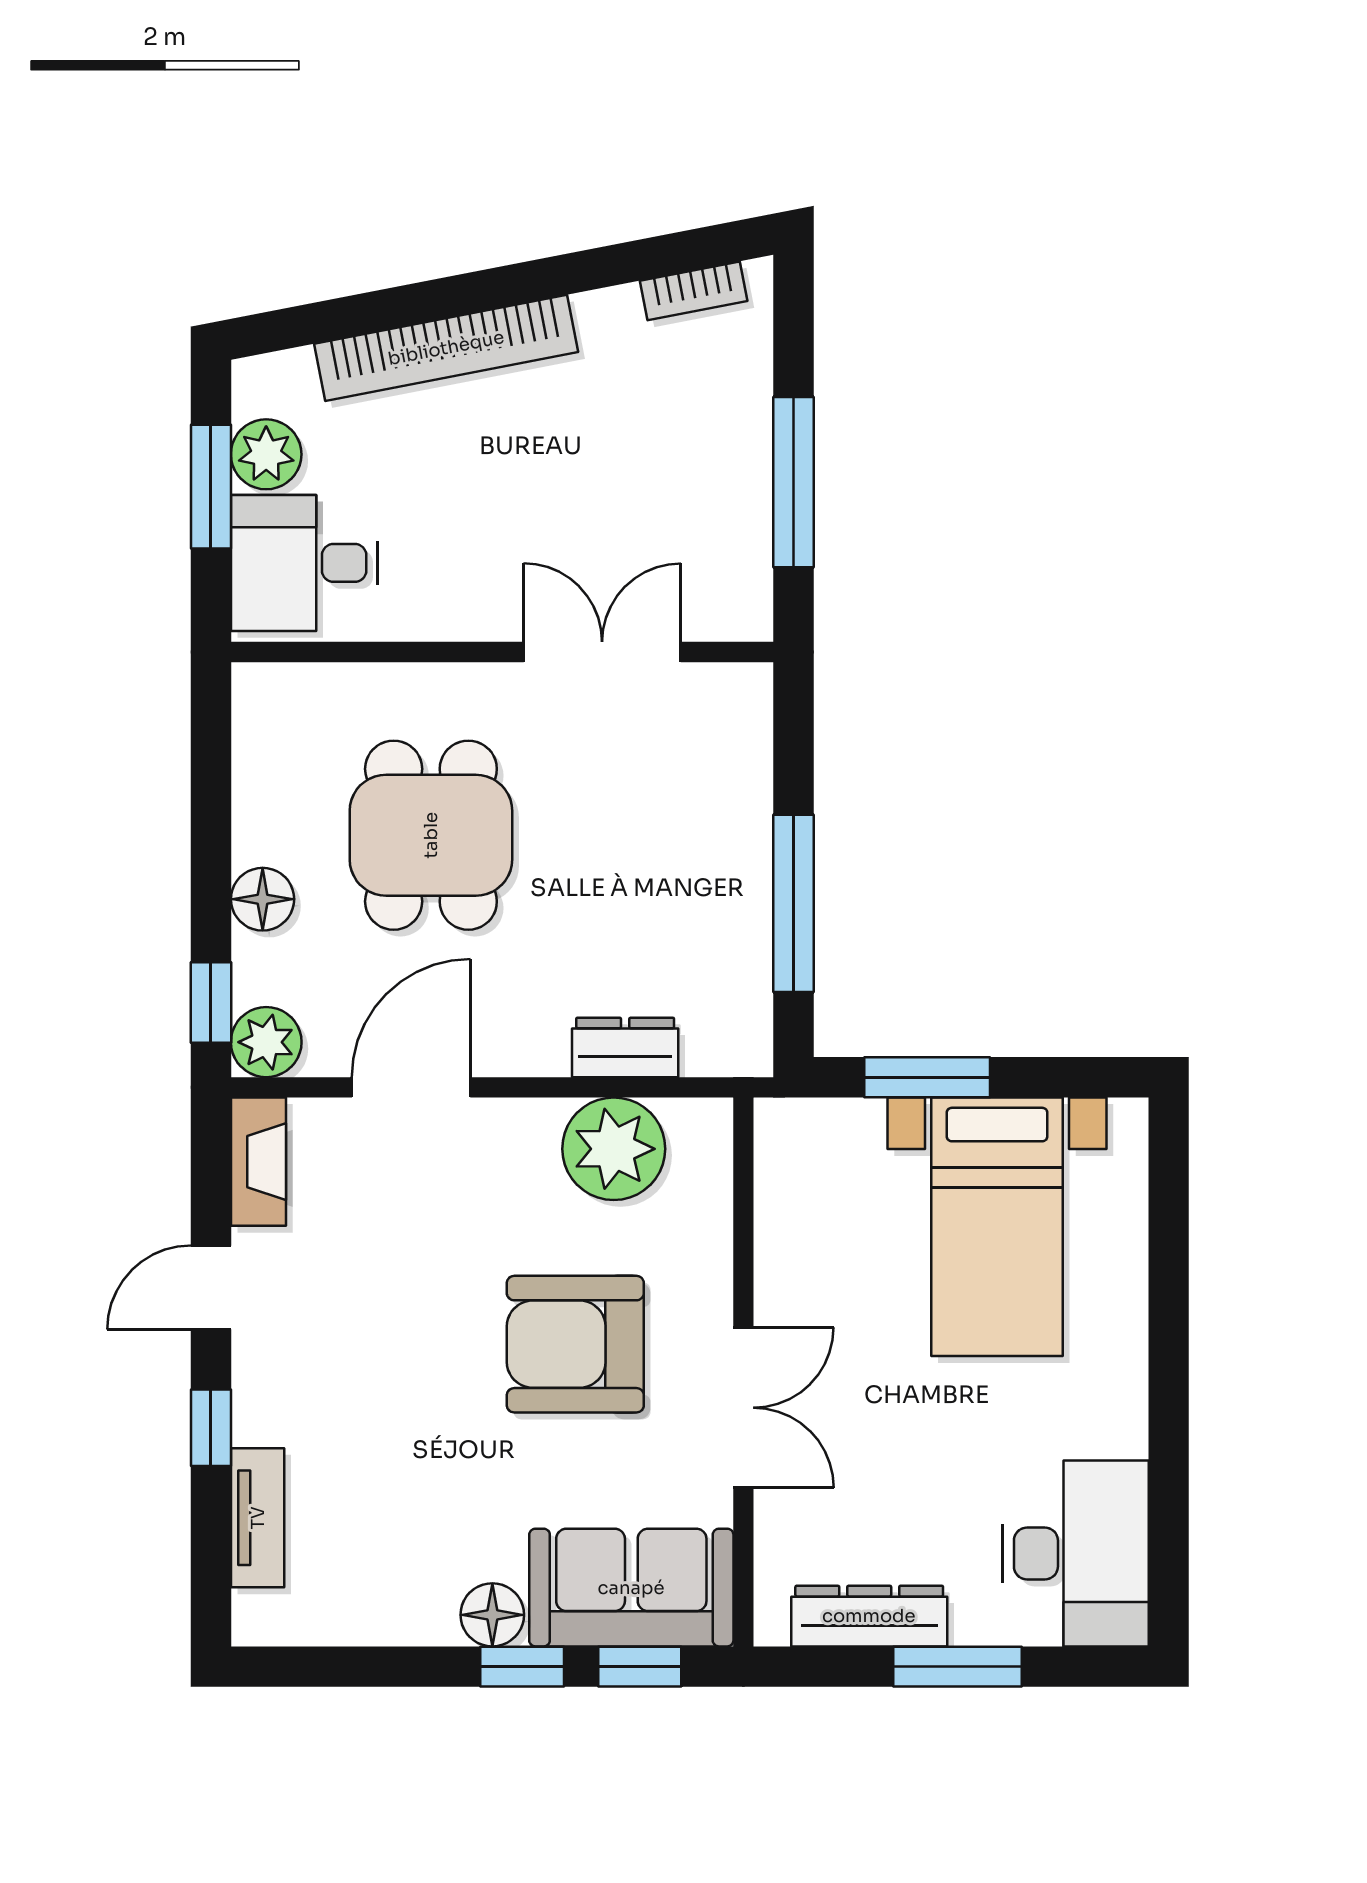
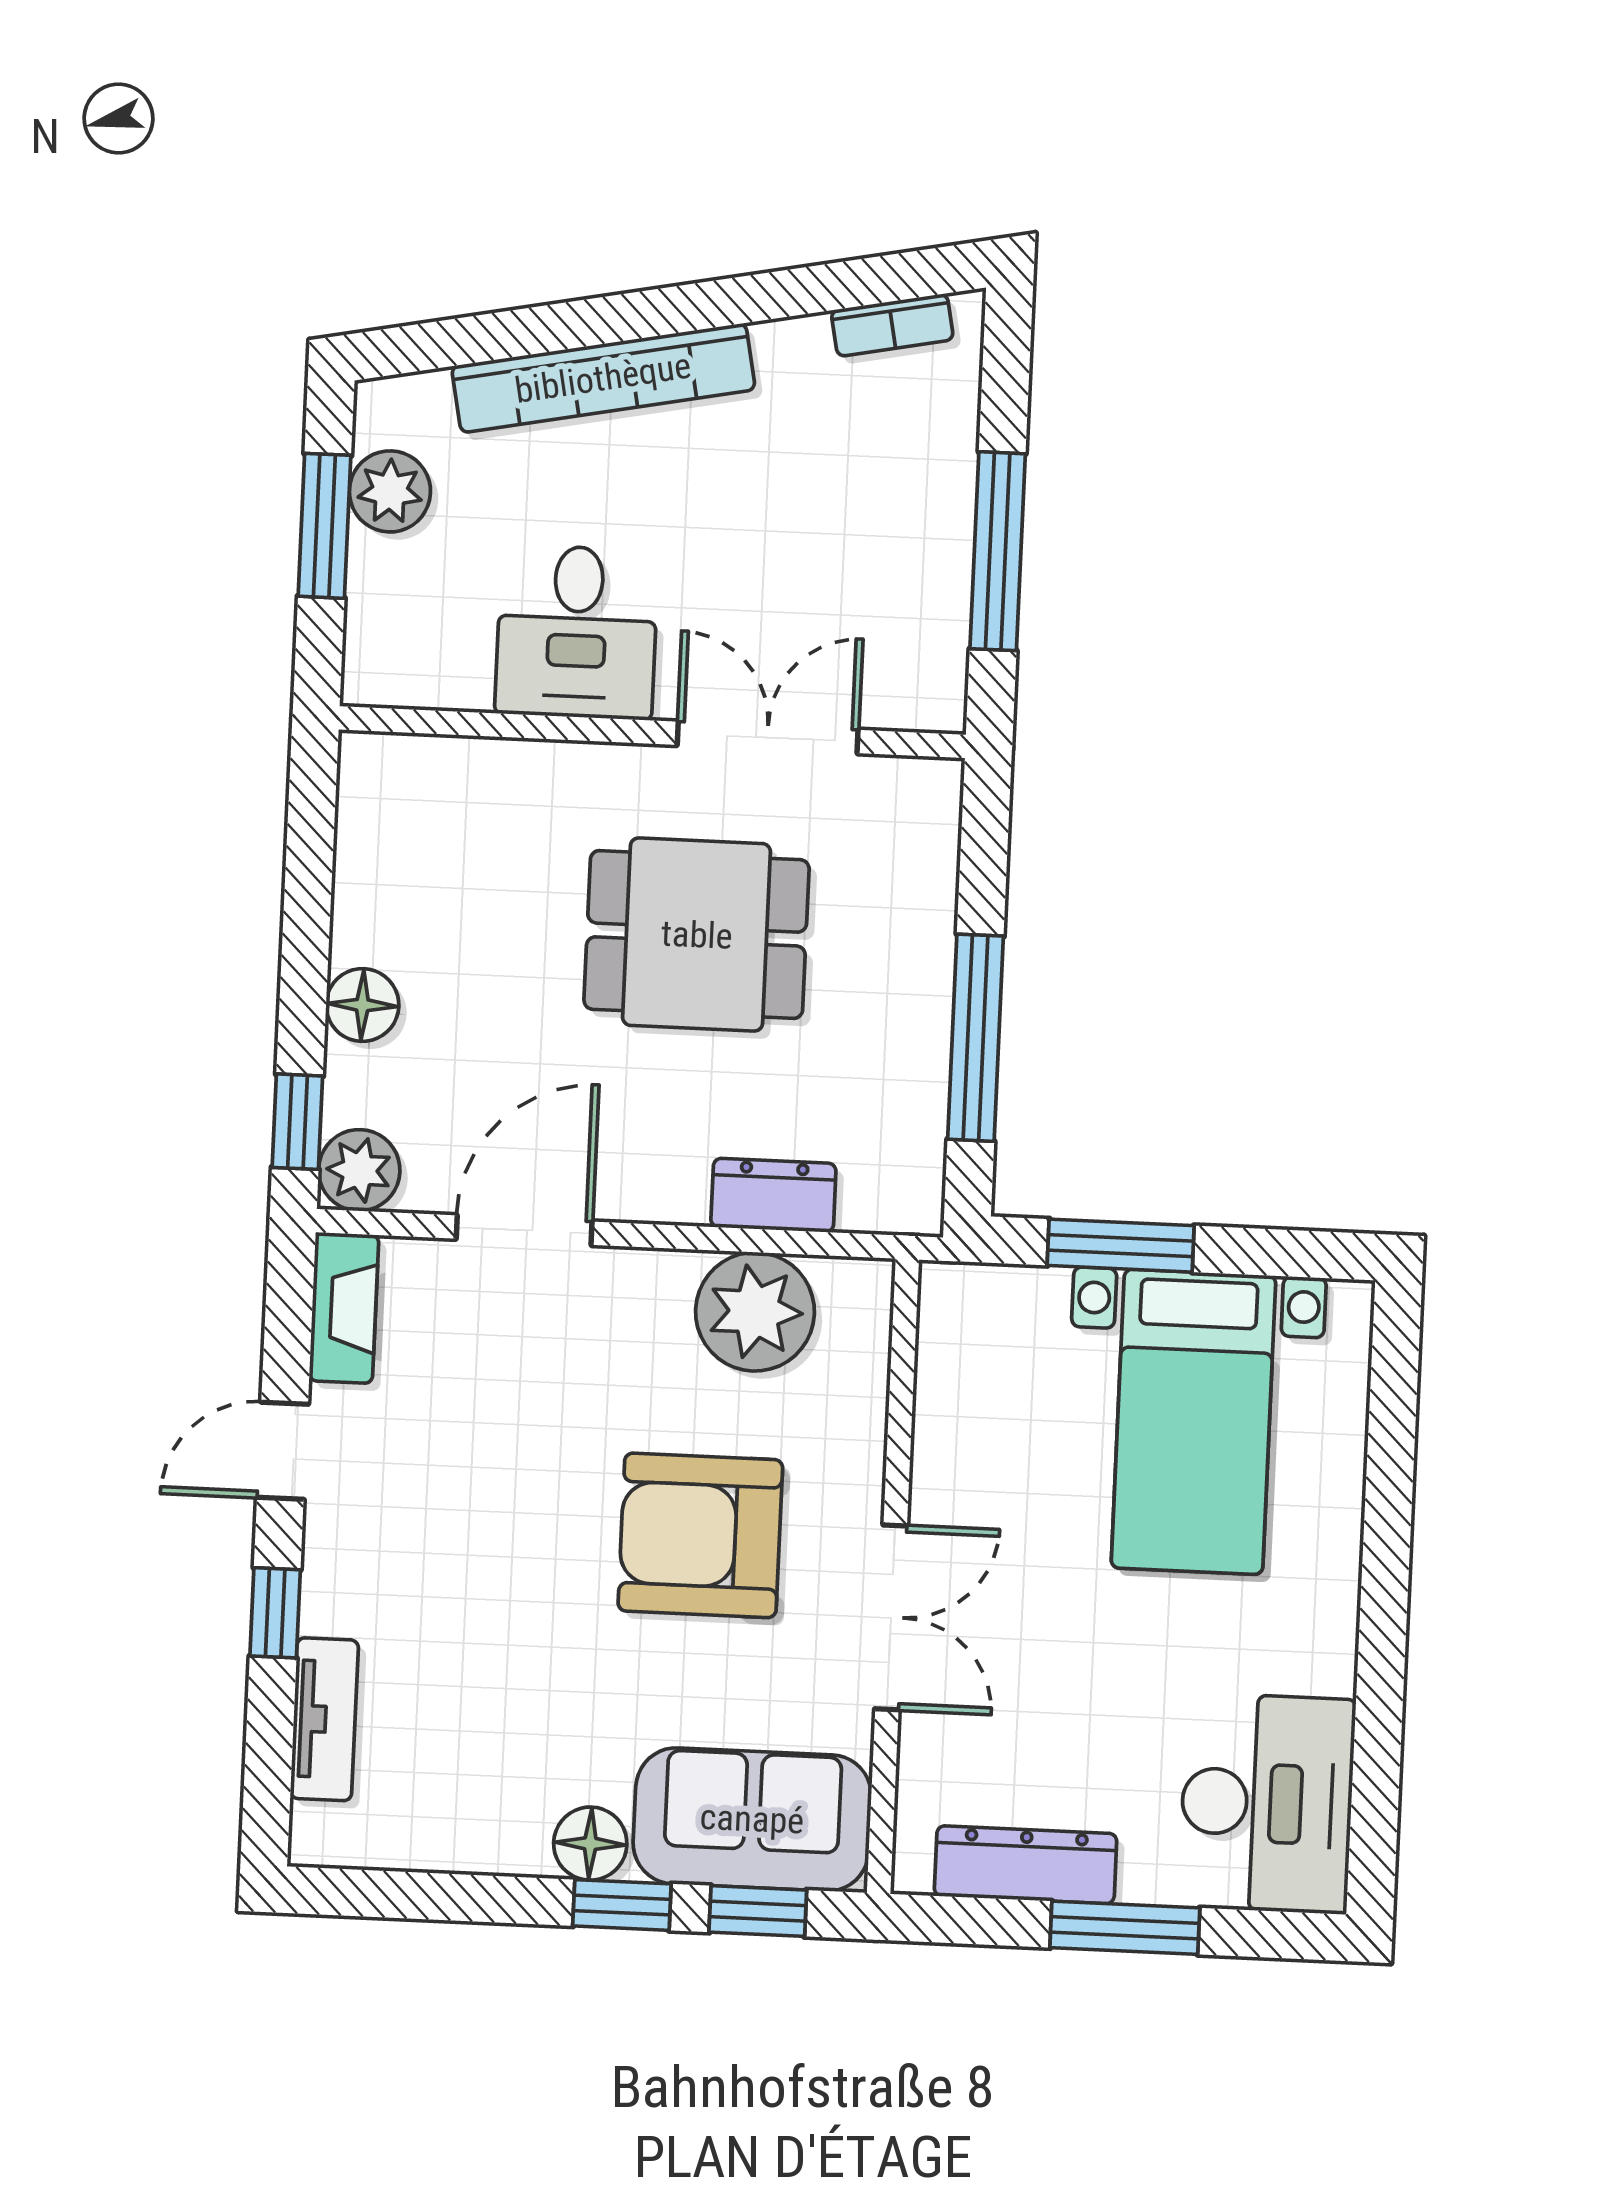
desk: (304, 563) -> (577, 632), moved, turned -90
dining table: (431, 835) -> (697, 935), moved, turned 90

